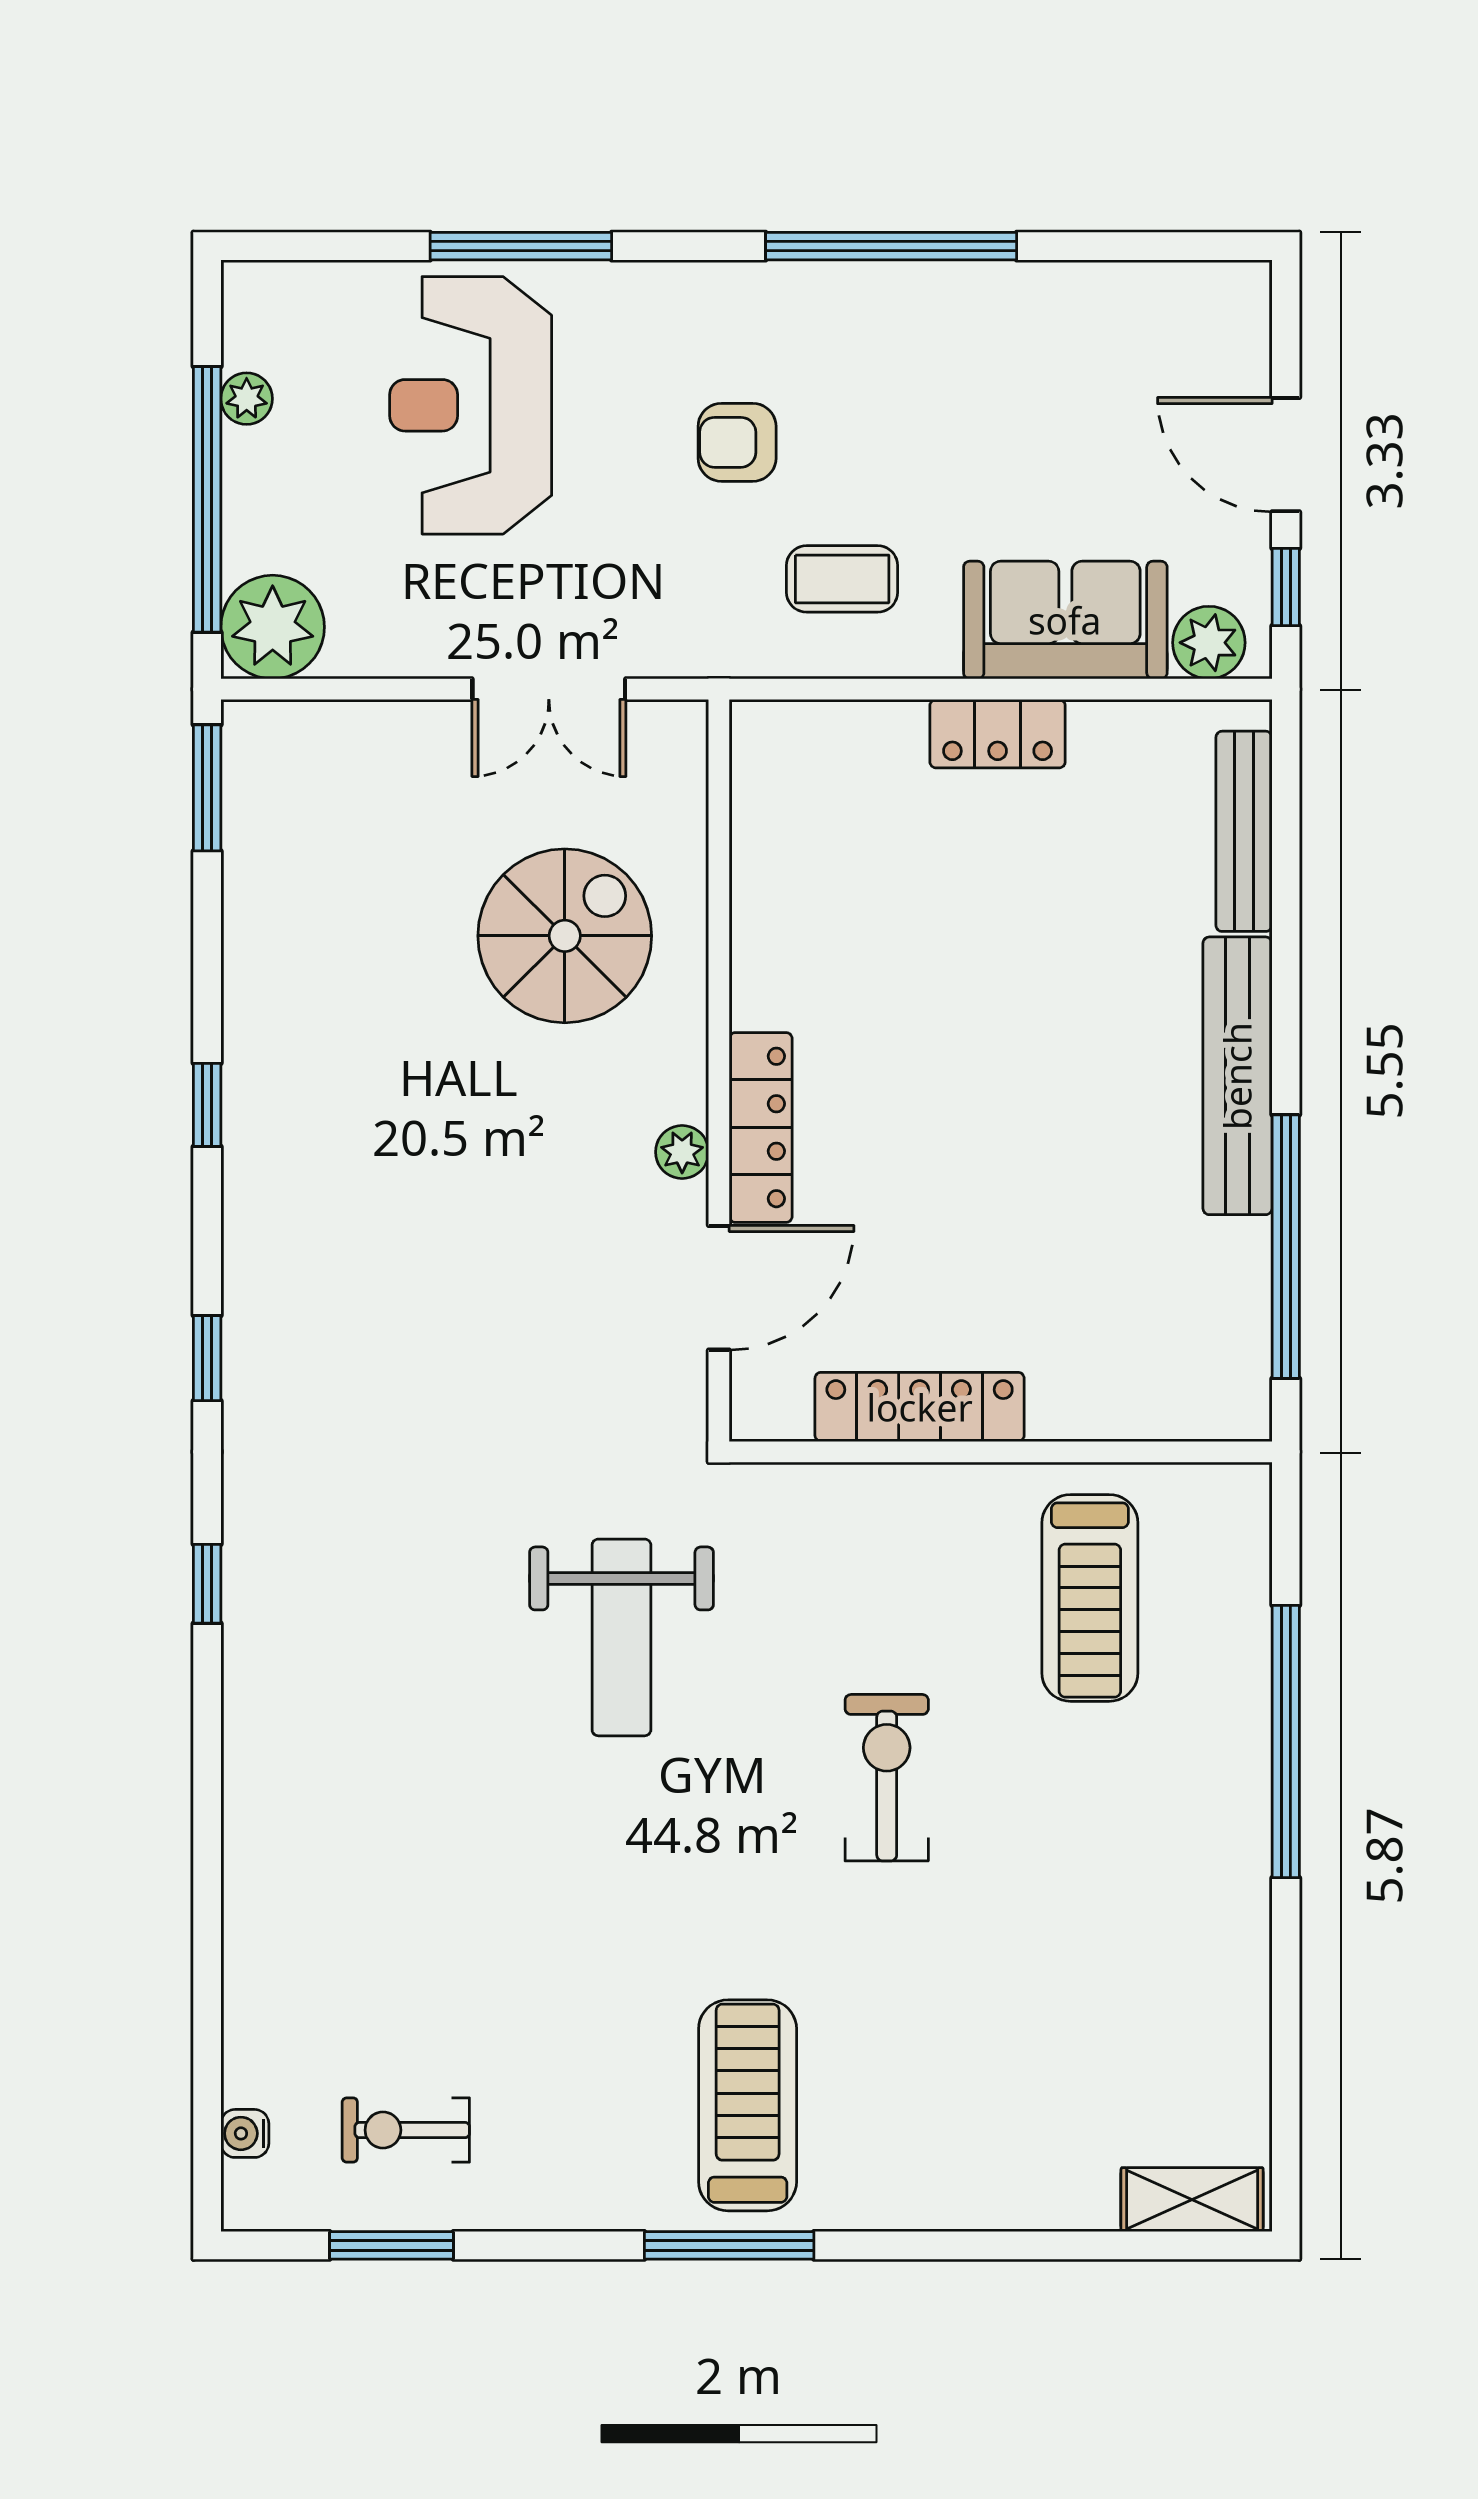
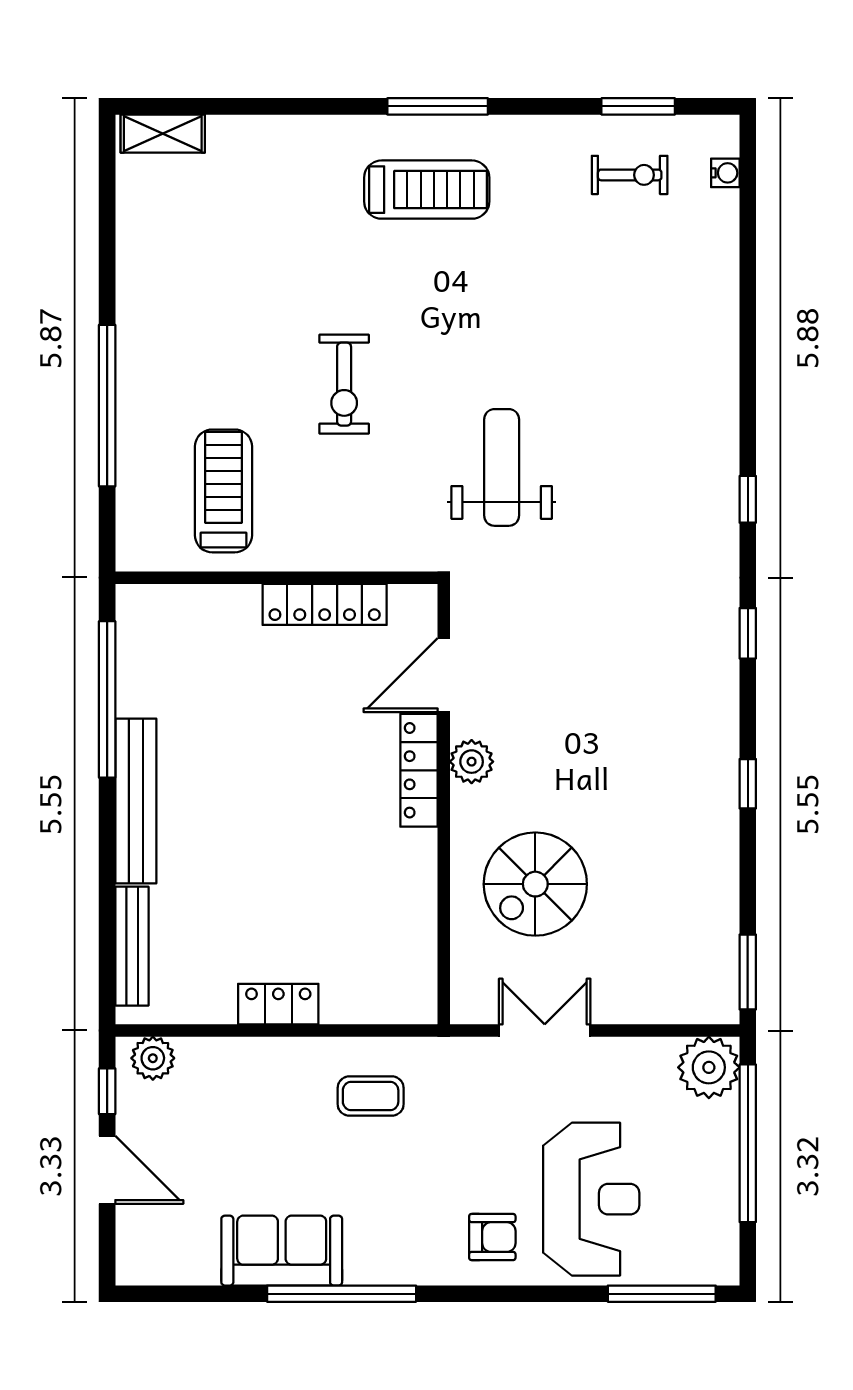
window: (521, 246) -> (662, 1294), moved
plant: (247, 399) -> (724, 1203), removed
armchair: (737, 442) -> (492, 1237), moved
sofa: (1065, 620) -> (282, 1251), moved, turned 180
plant: (682, 1152) -> (472, 762), width x1.38, depth x1.38
treadmill: (748, 2105) -> (427, 190), turned -90

